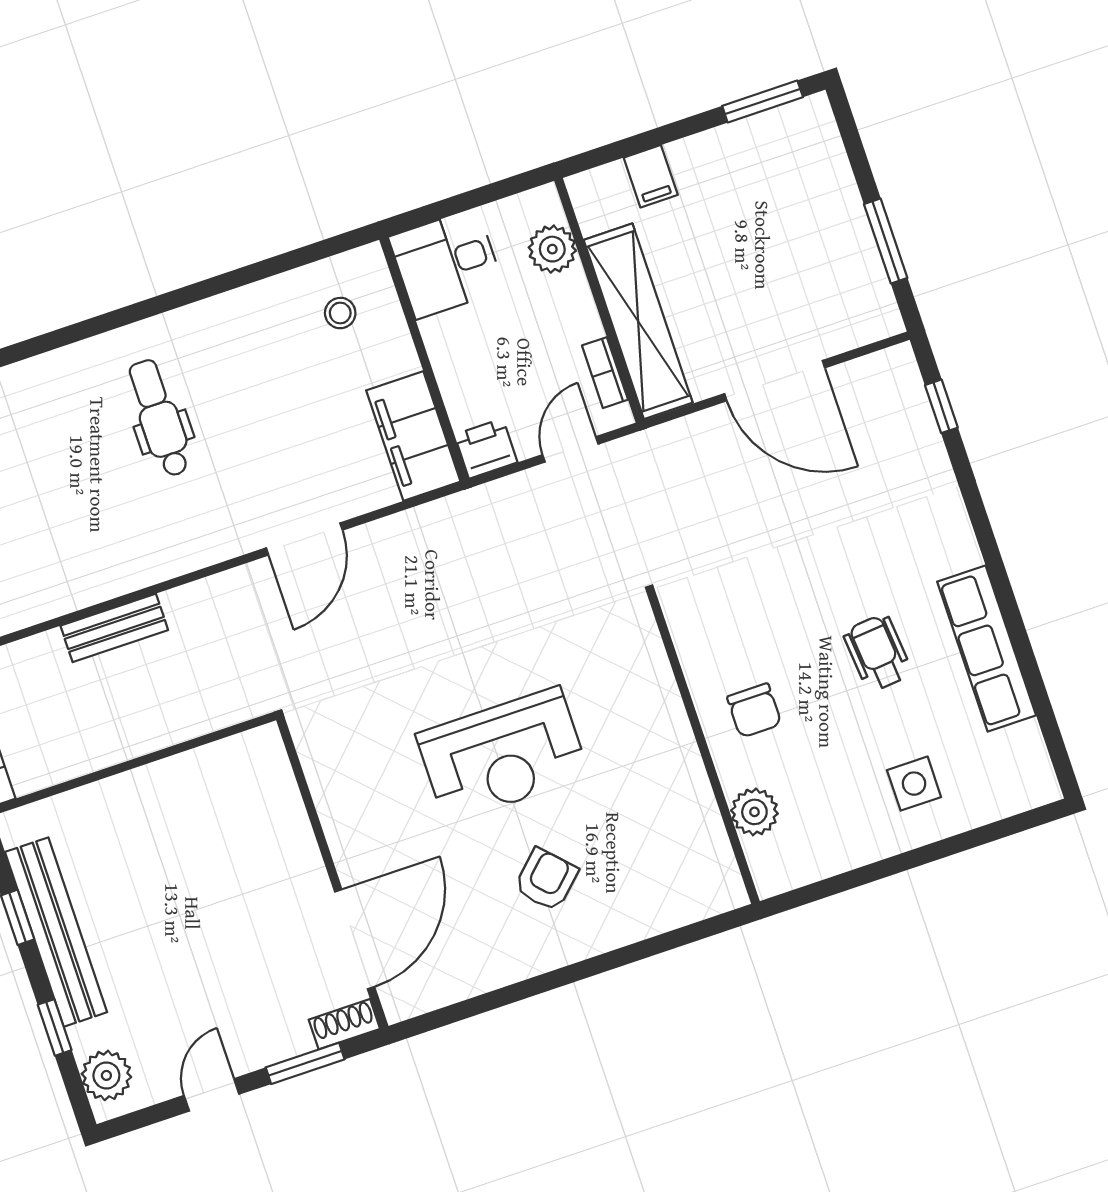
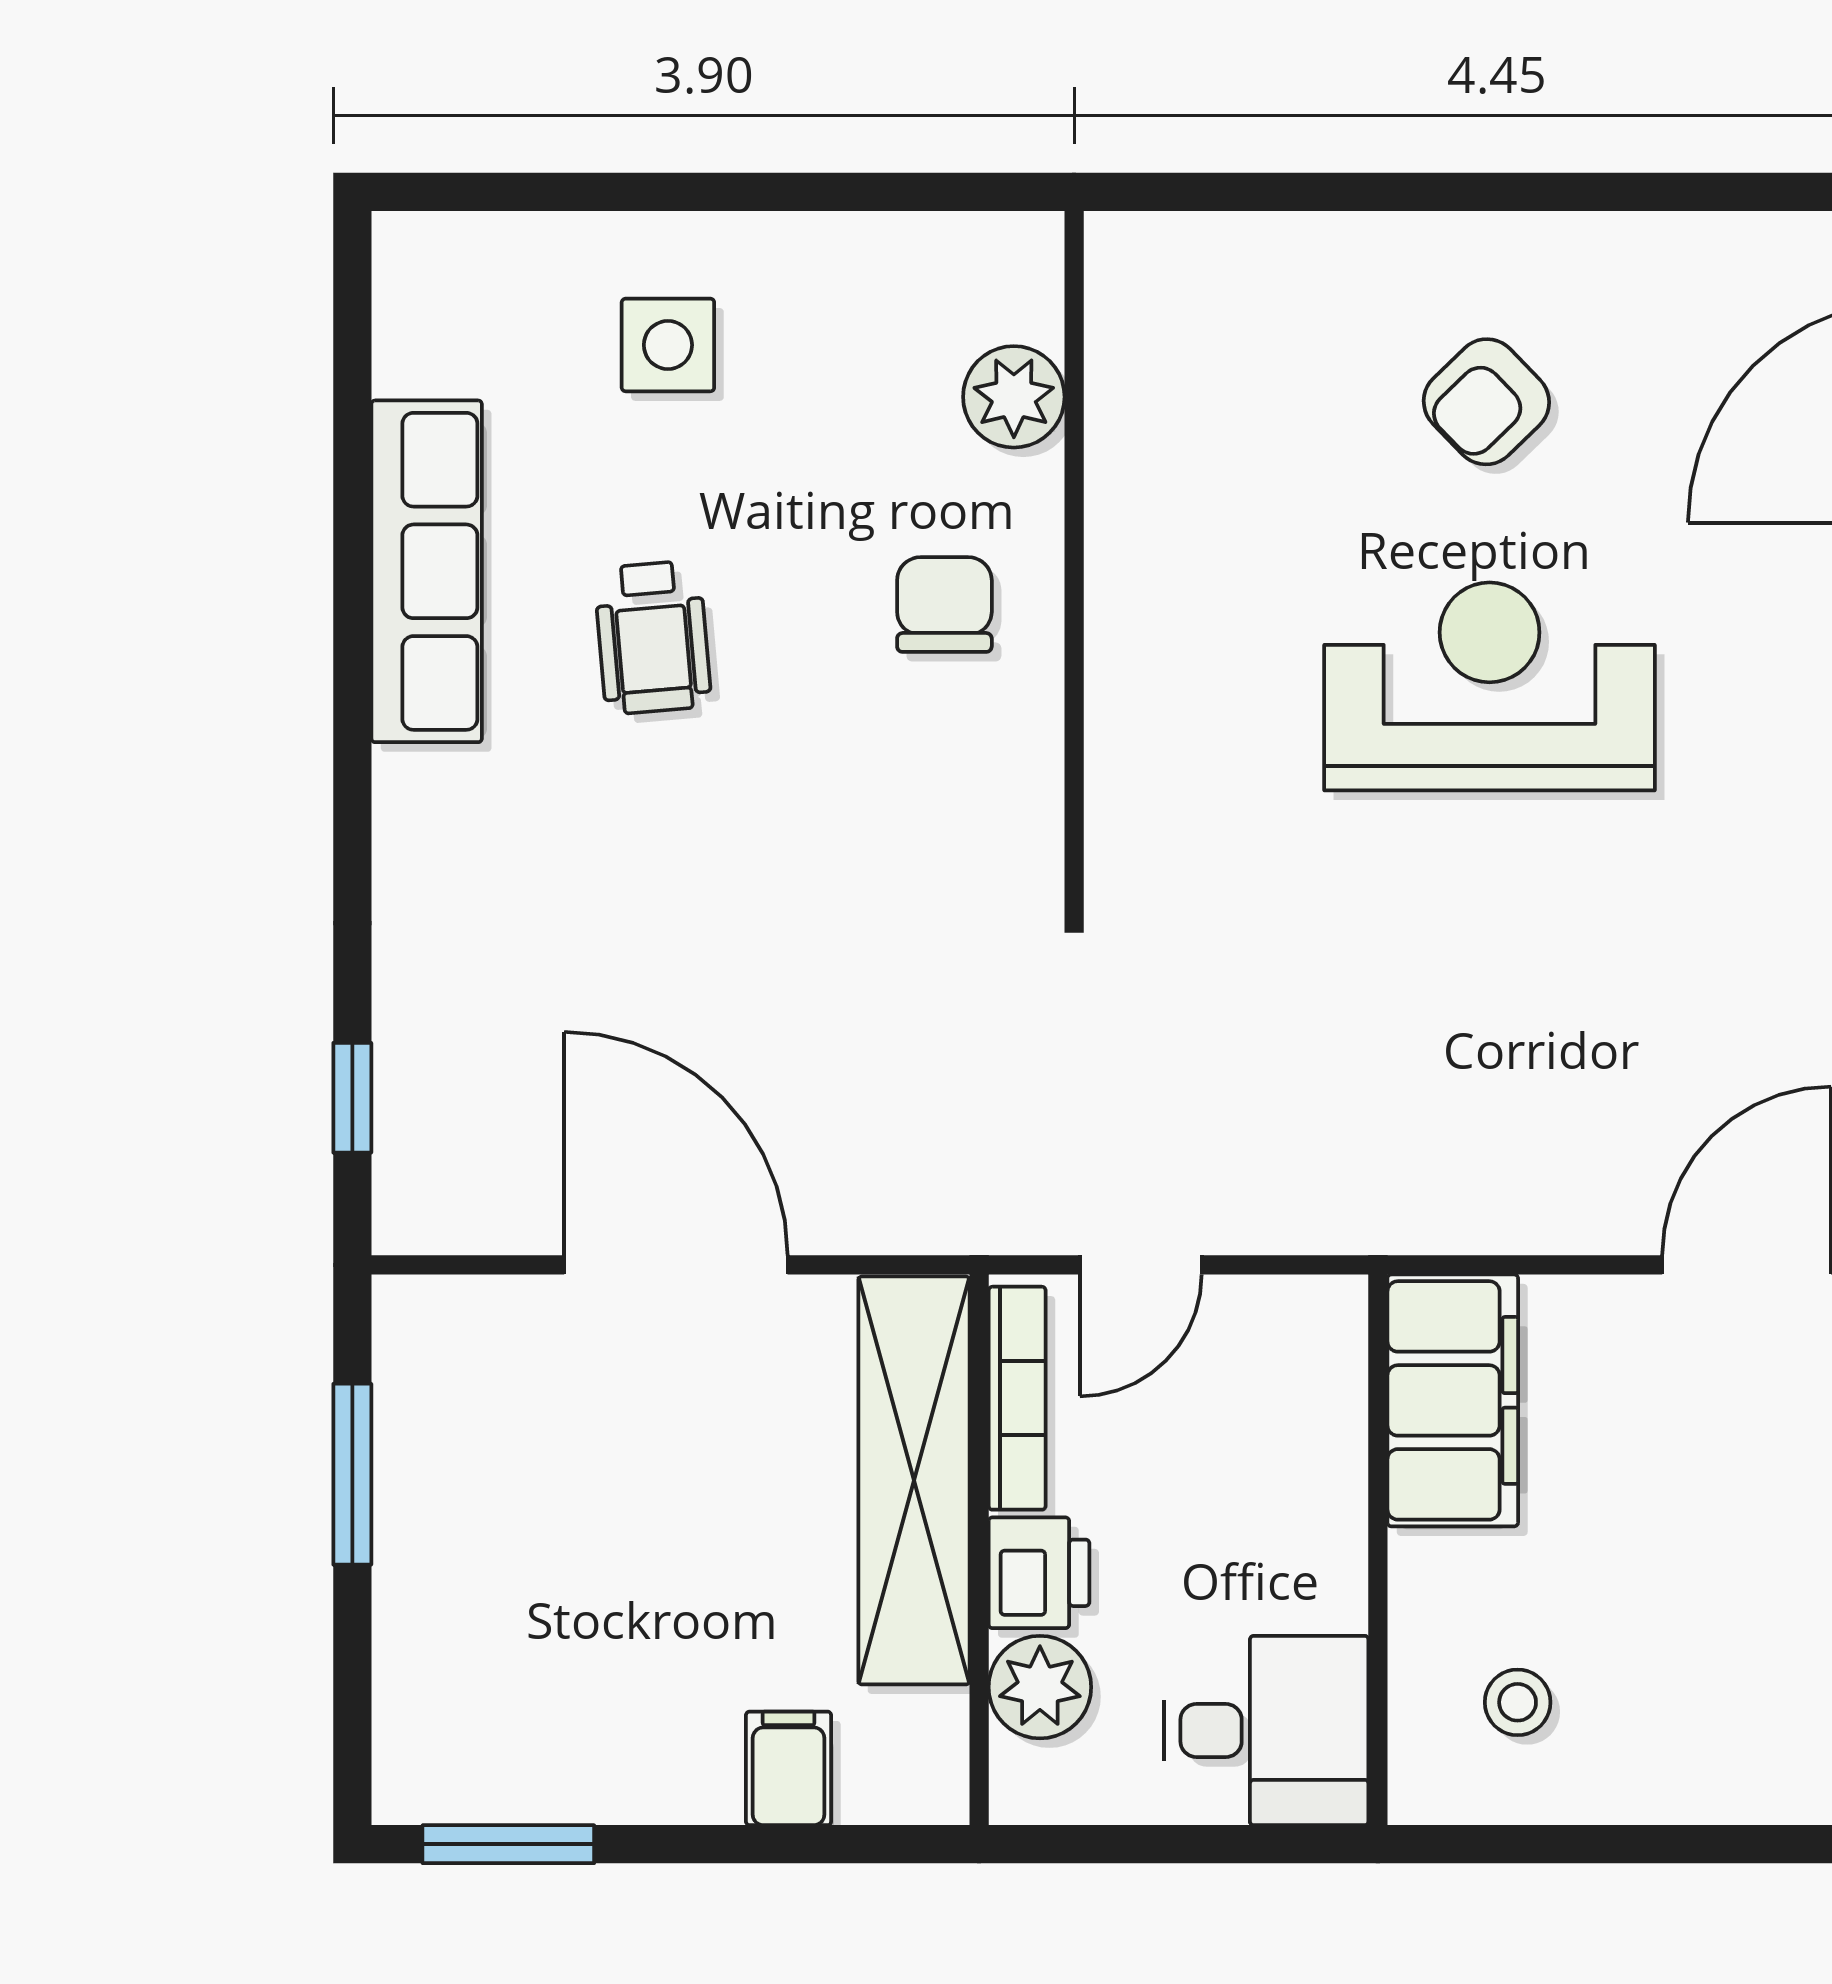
bookcase: (605, 373) -> (1017, 1398), width x1.56
printer: (486, 449) -> (1039, 1573), moved, turned -90

